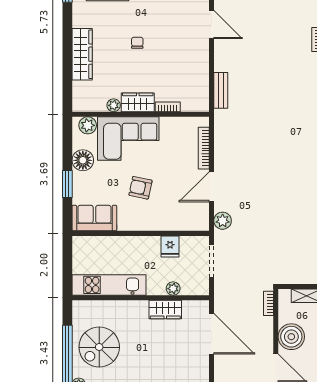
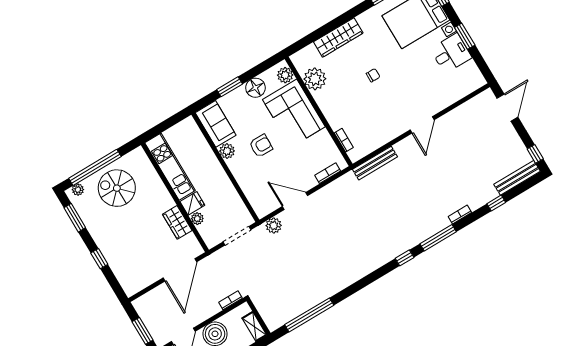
bench: (221, 90) -> (375, 163), width x1.36
wardrobe: (138, 102) -> (327, 104), removed
plant: (114, 105) -> (315, 79), width x1.88, depth x1.88
bookcase: (168, 107) -> (344, 140), moved
bookcase: (204, 148) -> (328, 173), width x0.64
armchair: (140, 188) -> (261, 146), turned 79
plant: (126, 223) -> (227, 151), added
fridge: (170, 246) -> (192, 203), moved, turned 180

